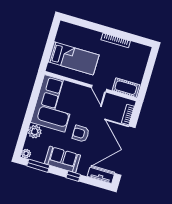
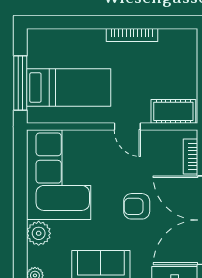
window: (48, 48) -> (20, 83), added
armchair: (81, 134) -> (137, 206), moved

